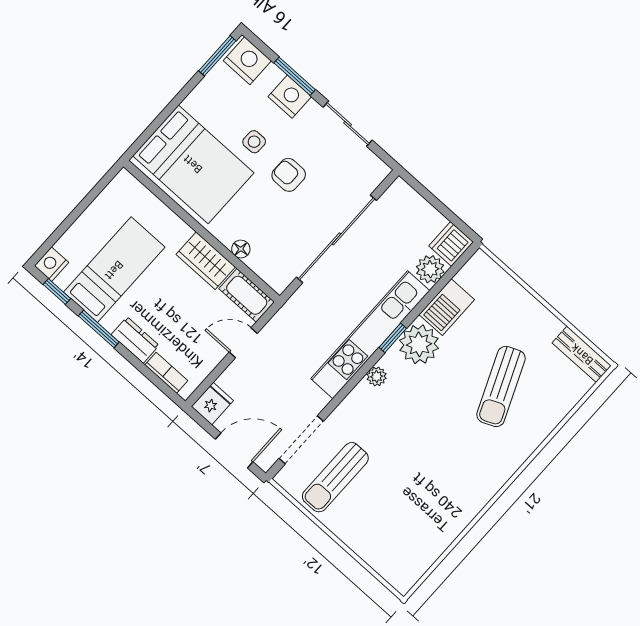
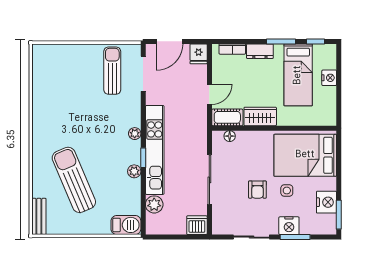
nightstand: (247, 61) -> (326, 202), moved, turned -90
armchair: (289, 175) -> (257, 190), turned 90
sliding door: (336, 239) -> (209, 180), width x0.73
dishwasher: (451, 244) -> (197, 225), moved, turned -90
floor lamp: (241, 249) -> (230, 136), moved
nightstand: (51, 264) -> (329, 78), moved
barbecue: (447, 307) -> (126, 225), moved, turned 90
plant: (419, 344) -> (134, 171), width x0.53, depth x0.53
bench: (582, 354) -> (39, 216), moved, turned 90
sun lounger: (501, 386) -> (74, 180), width x1.36, depth x1.34

